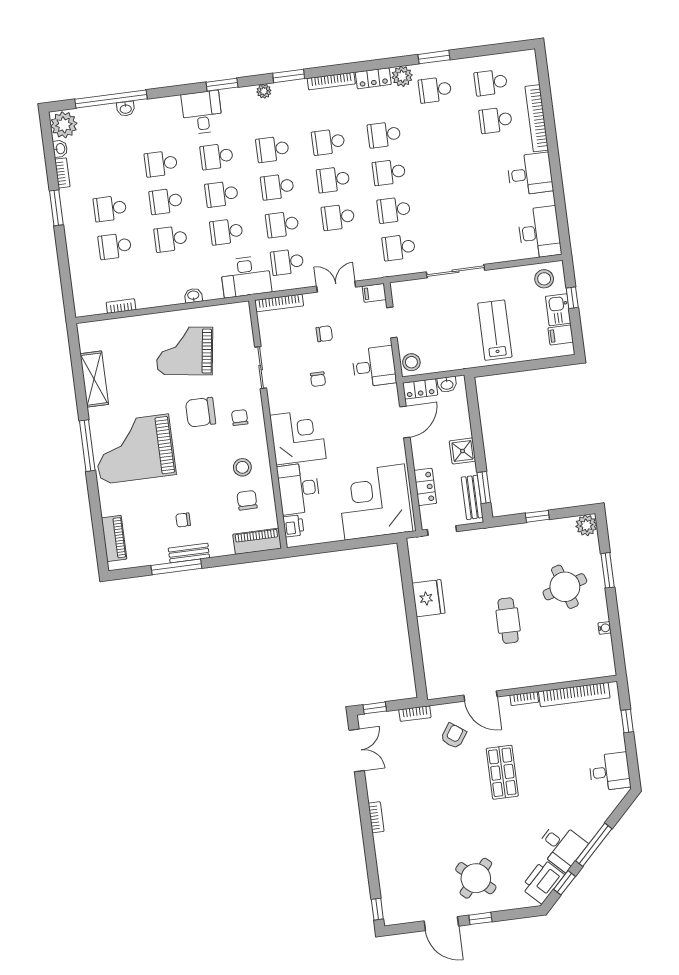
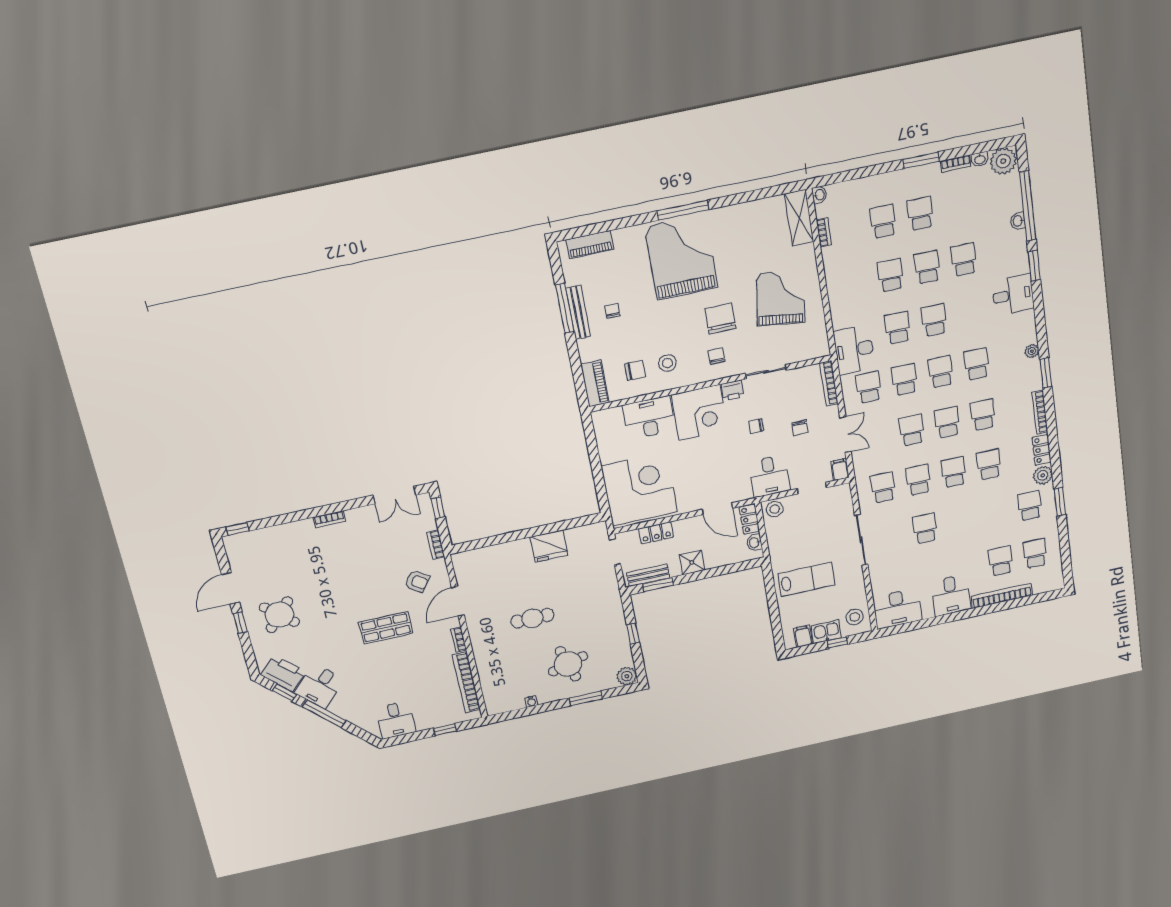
window: (222, 85) -> (1034, 266), moved
school desk: (217, 156) -> (925, 528), moved
washbasin: (193, 296) -> (819, 195), moved
shelving: (94, 379) -> (799, 218), moved, turned 90
chair: (240, 418) -> (716, 356), turned -90
printer: (293, 526) -> (733, 390), moved
bench: (189, 553) -> (578, 312), width x1.36

